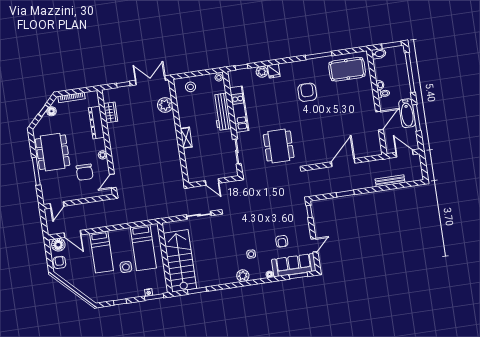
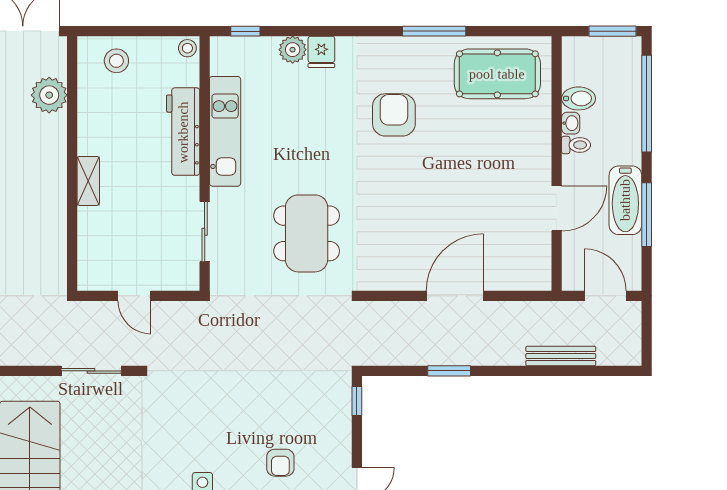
bidet: (379, 54) -> (579, 98), moved

